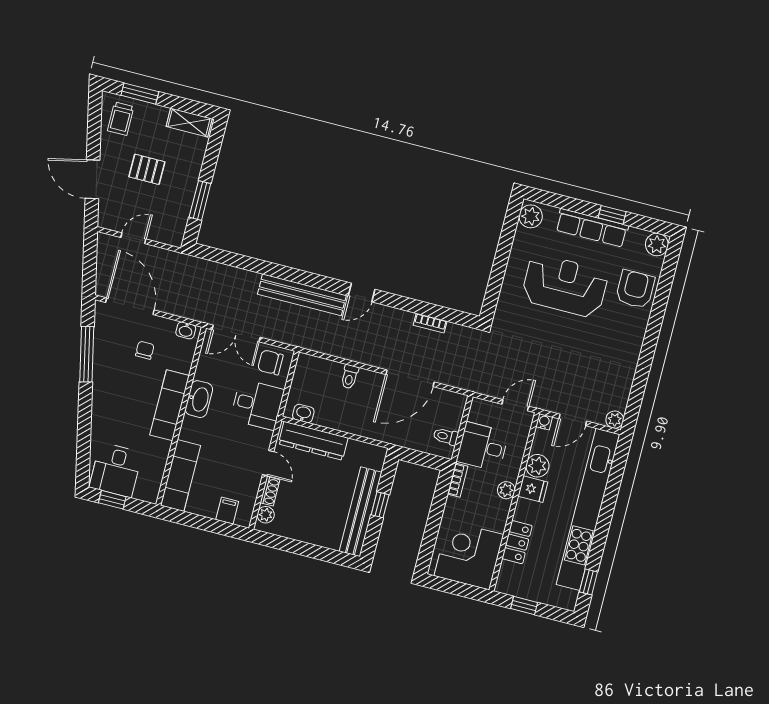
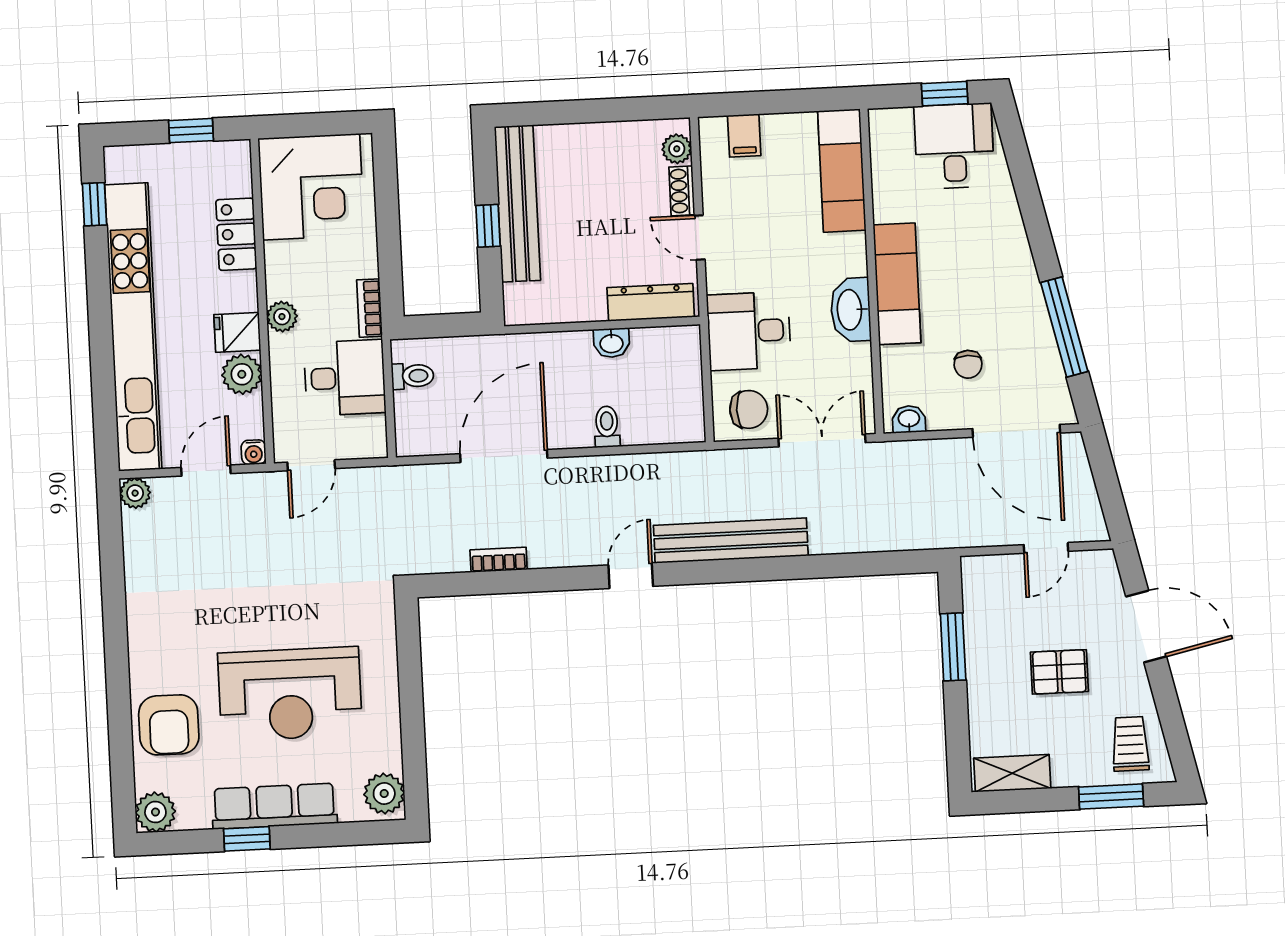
washbasin: (303, 413) -> (611, 343), moved
dresser: (313, 441) -> (651, 302), width x0.73, depth x0.80

